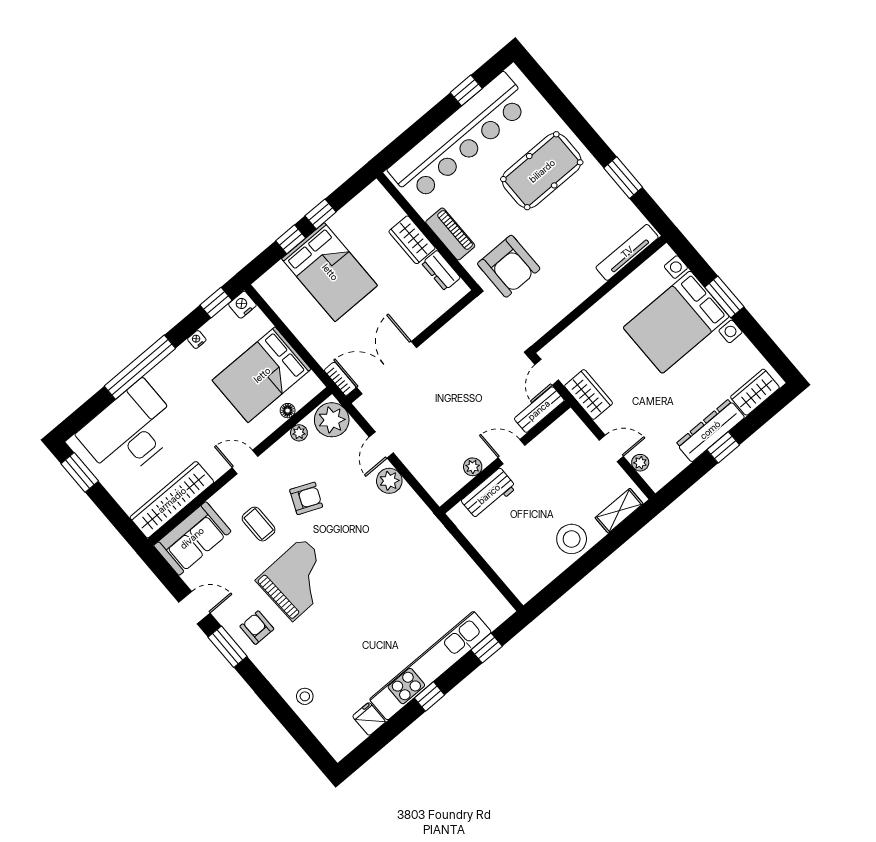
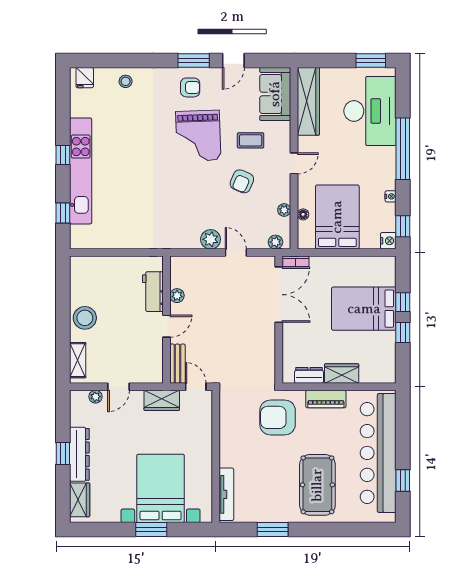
plant: (332, 420) -> (275, 242), width x0.53, depth x0.53
fridge: (369, 719) -> (85, 78), moved, turned 90

